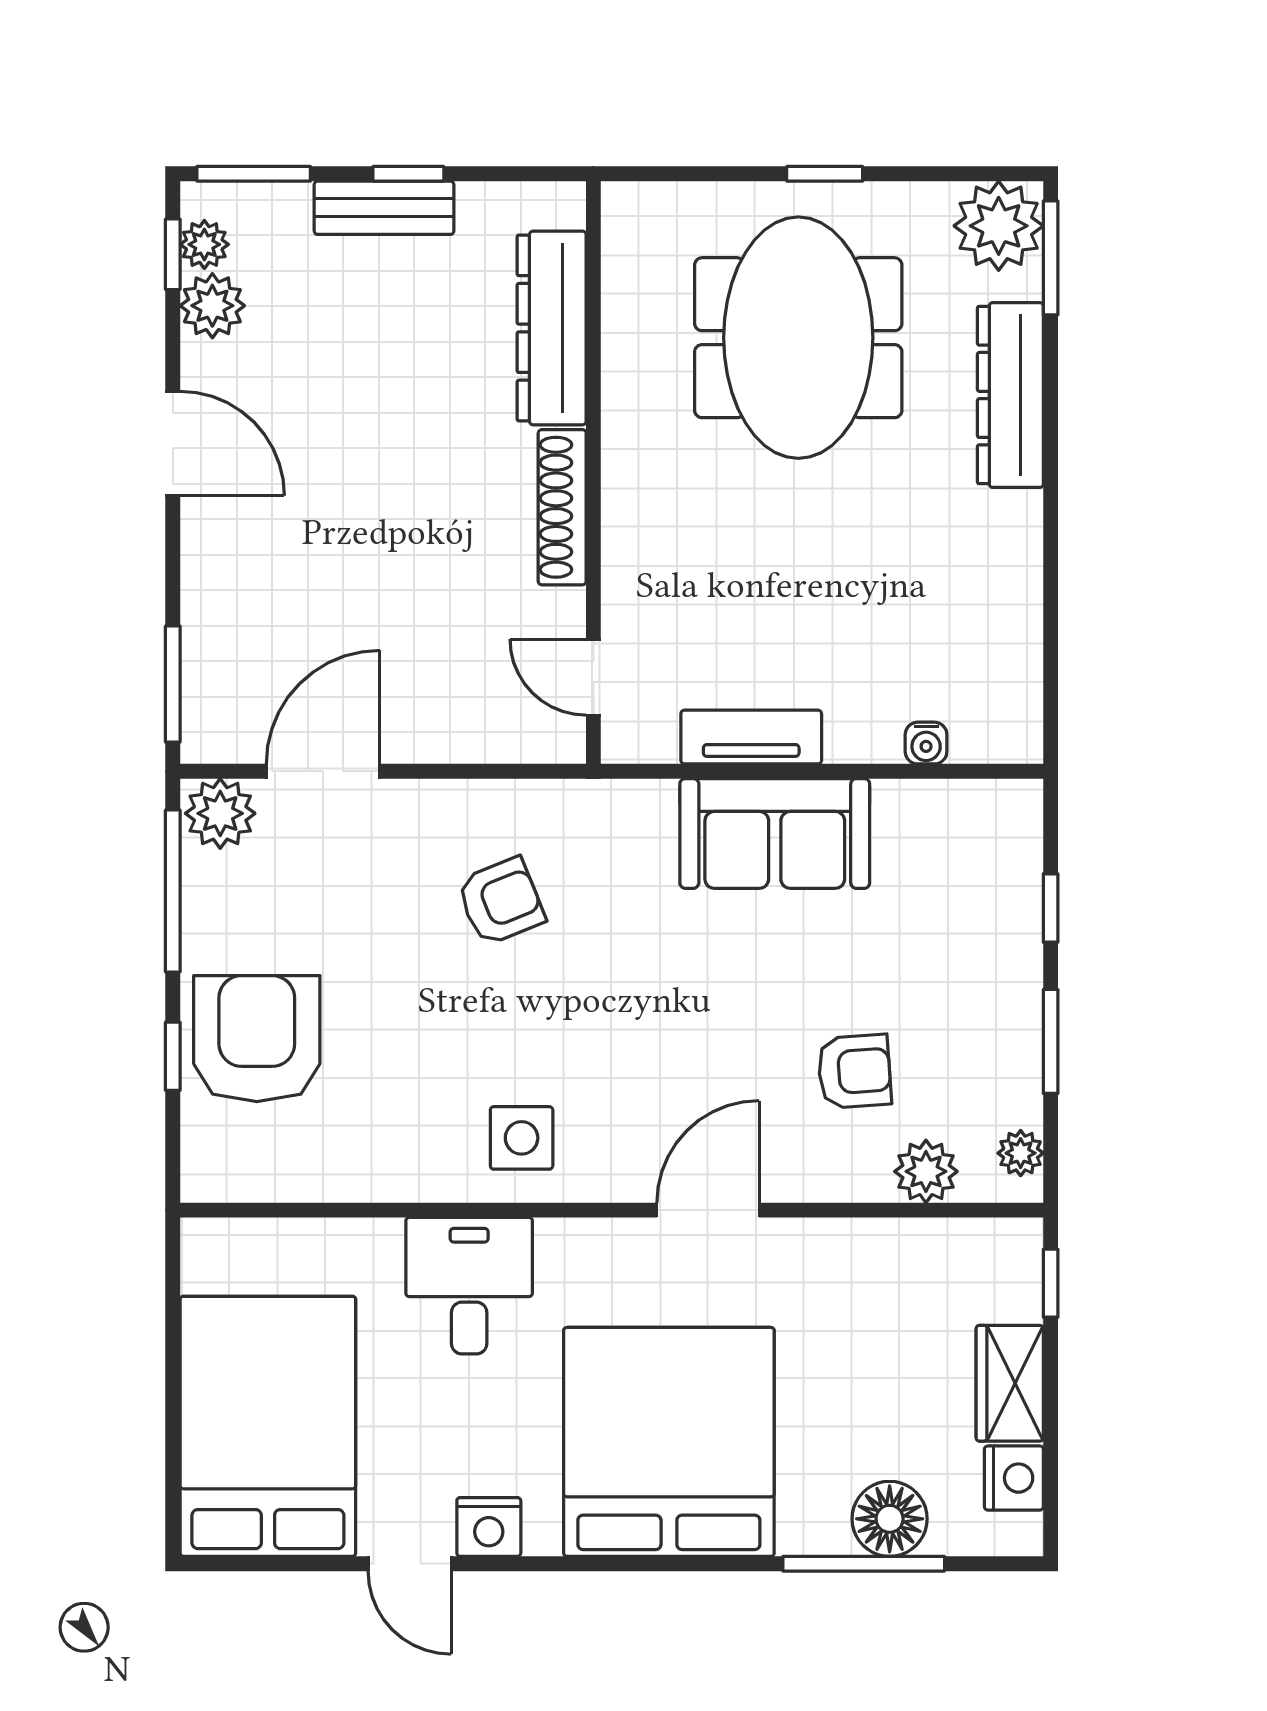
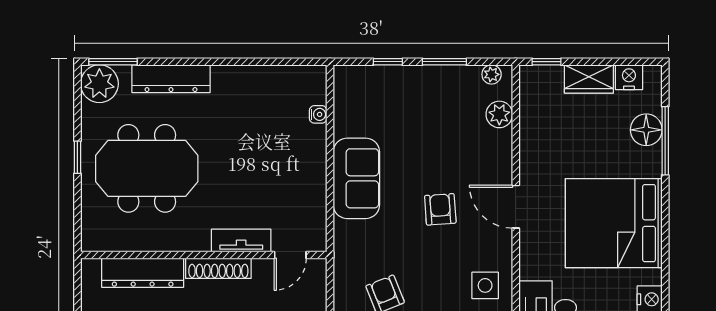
tv unit: (751, 737) -> (241, 241), moved, turned 90
armchair: (854, 1071) -> (440, 209), moved

